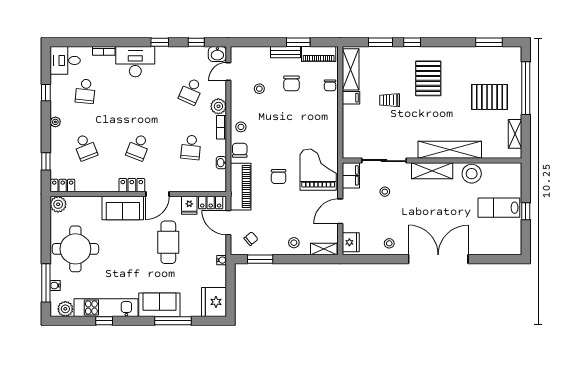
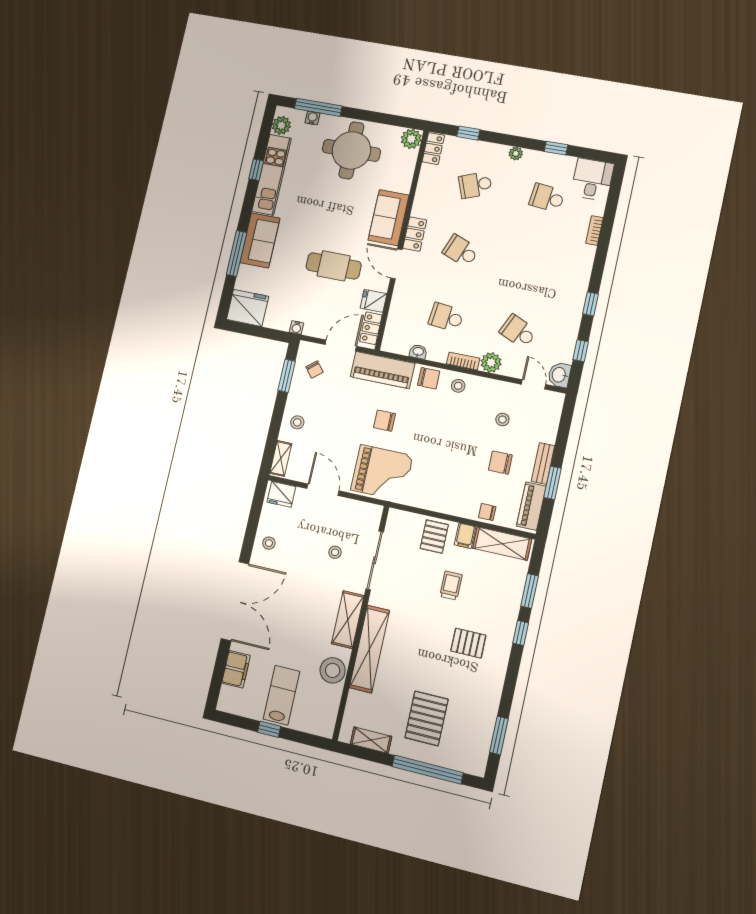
desk: (135, 62) -> (572, 268), removed
pallet: (428, 78) -> (468, 643), width x0.67, depth x0.71
pallet: (357, 120) -> (434, 537), added
filing cabinet: (351, 175) -> (236, 669), moved, turned -90

